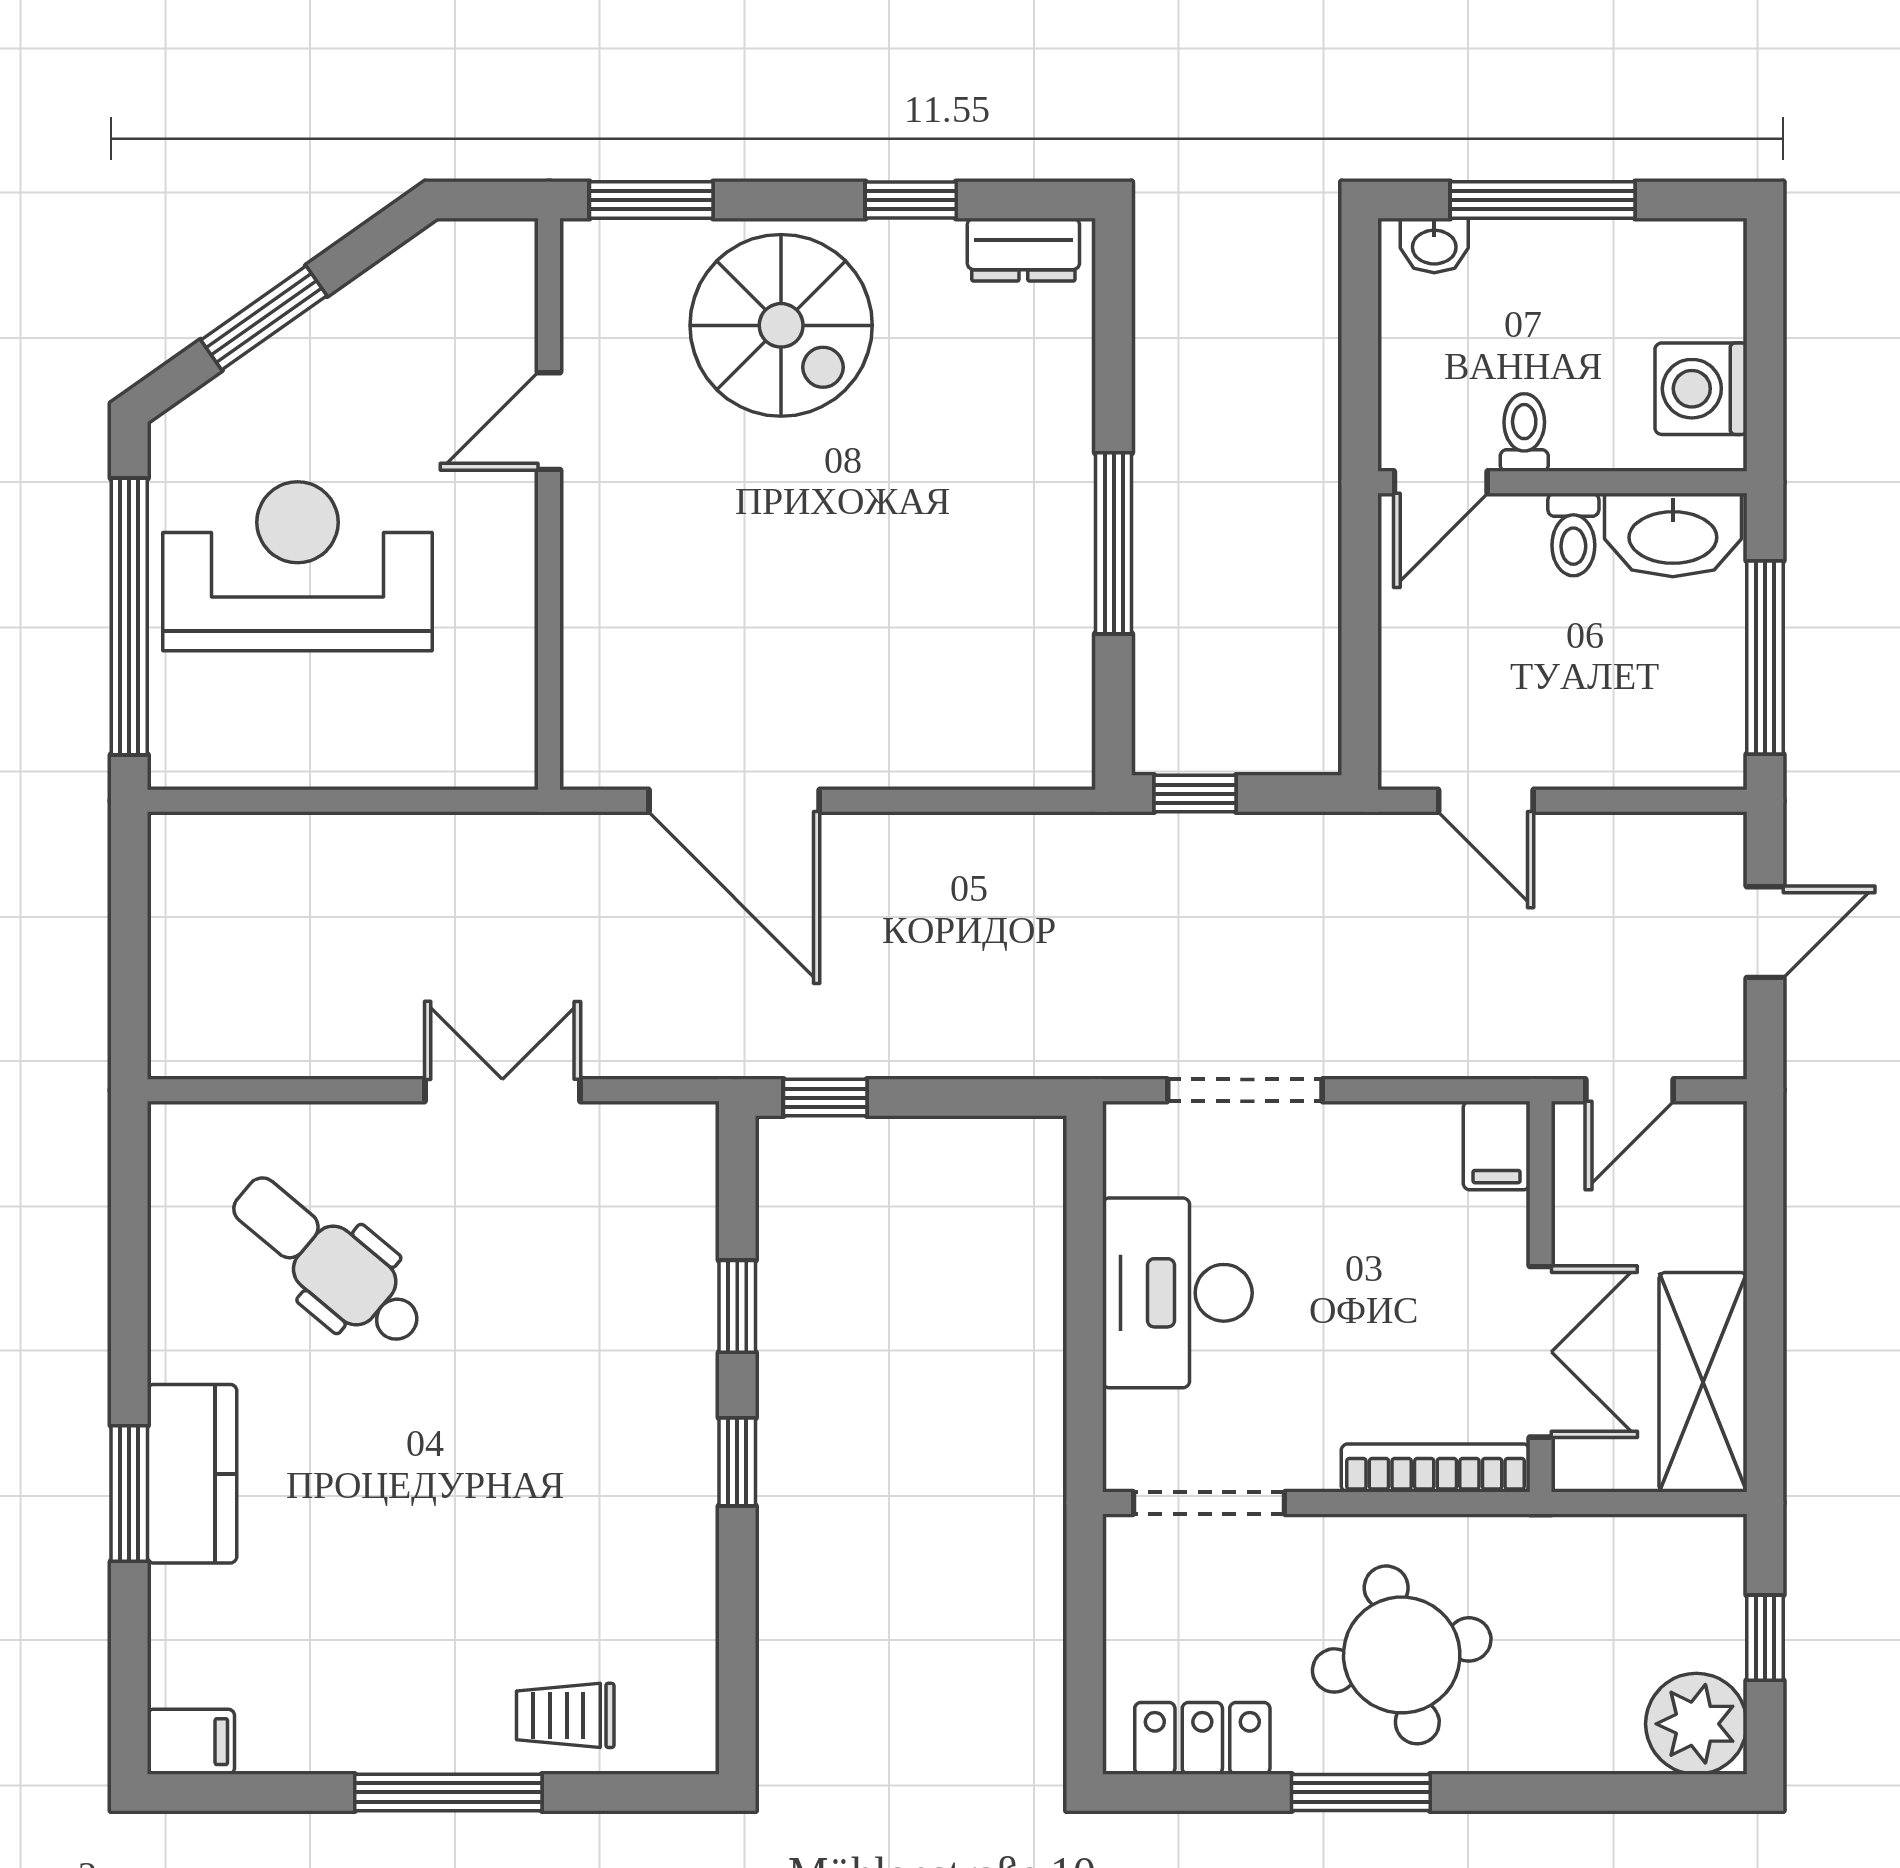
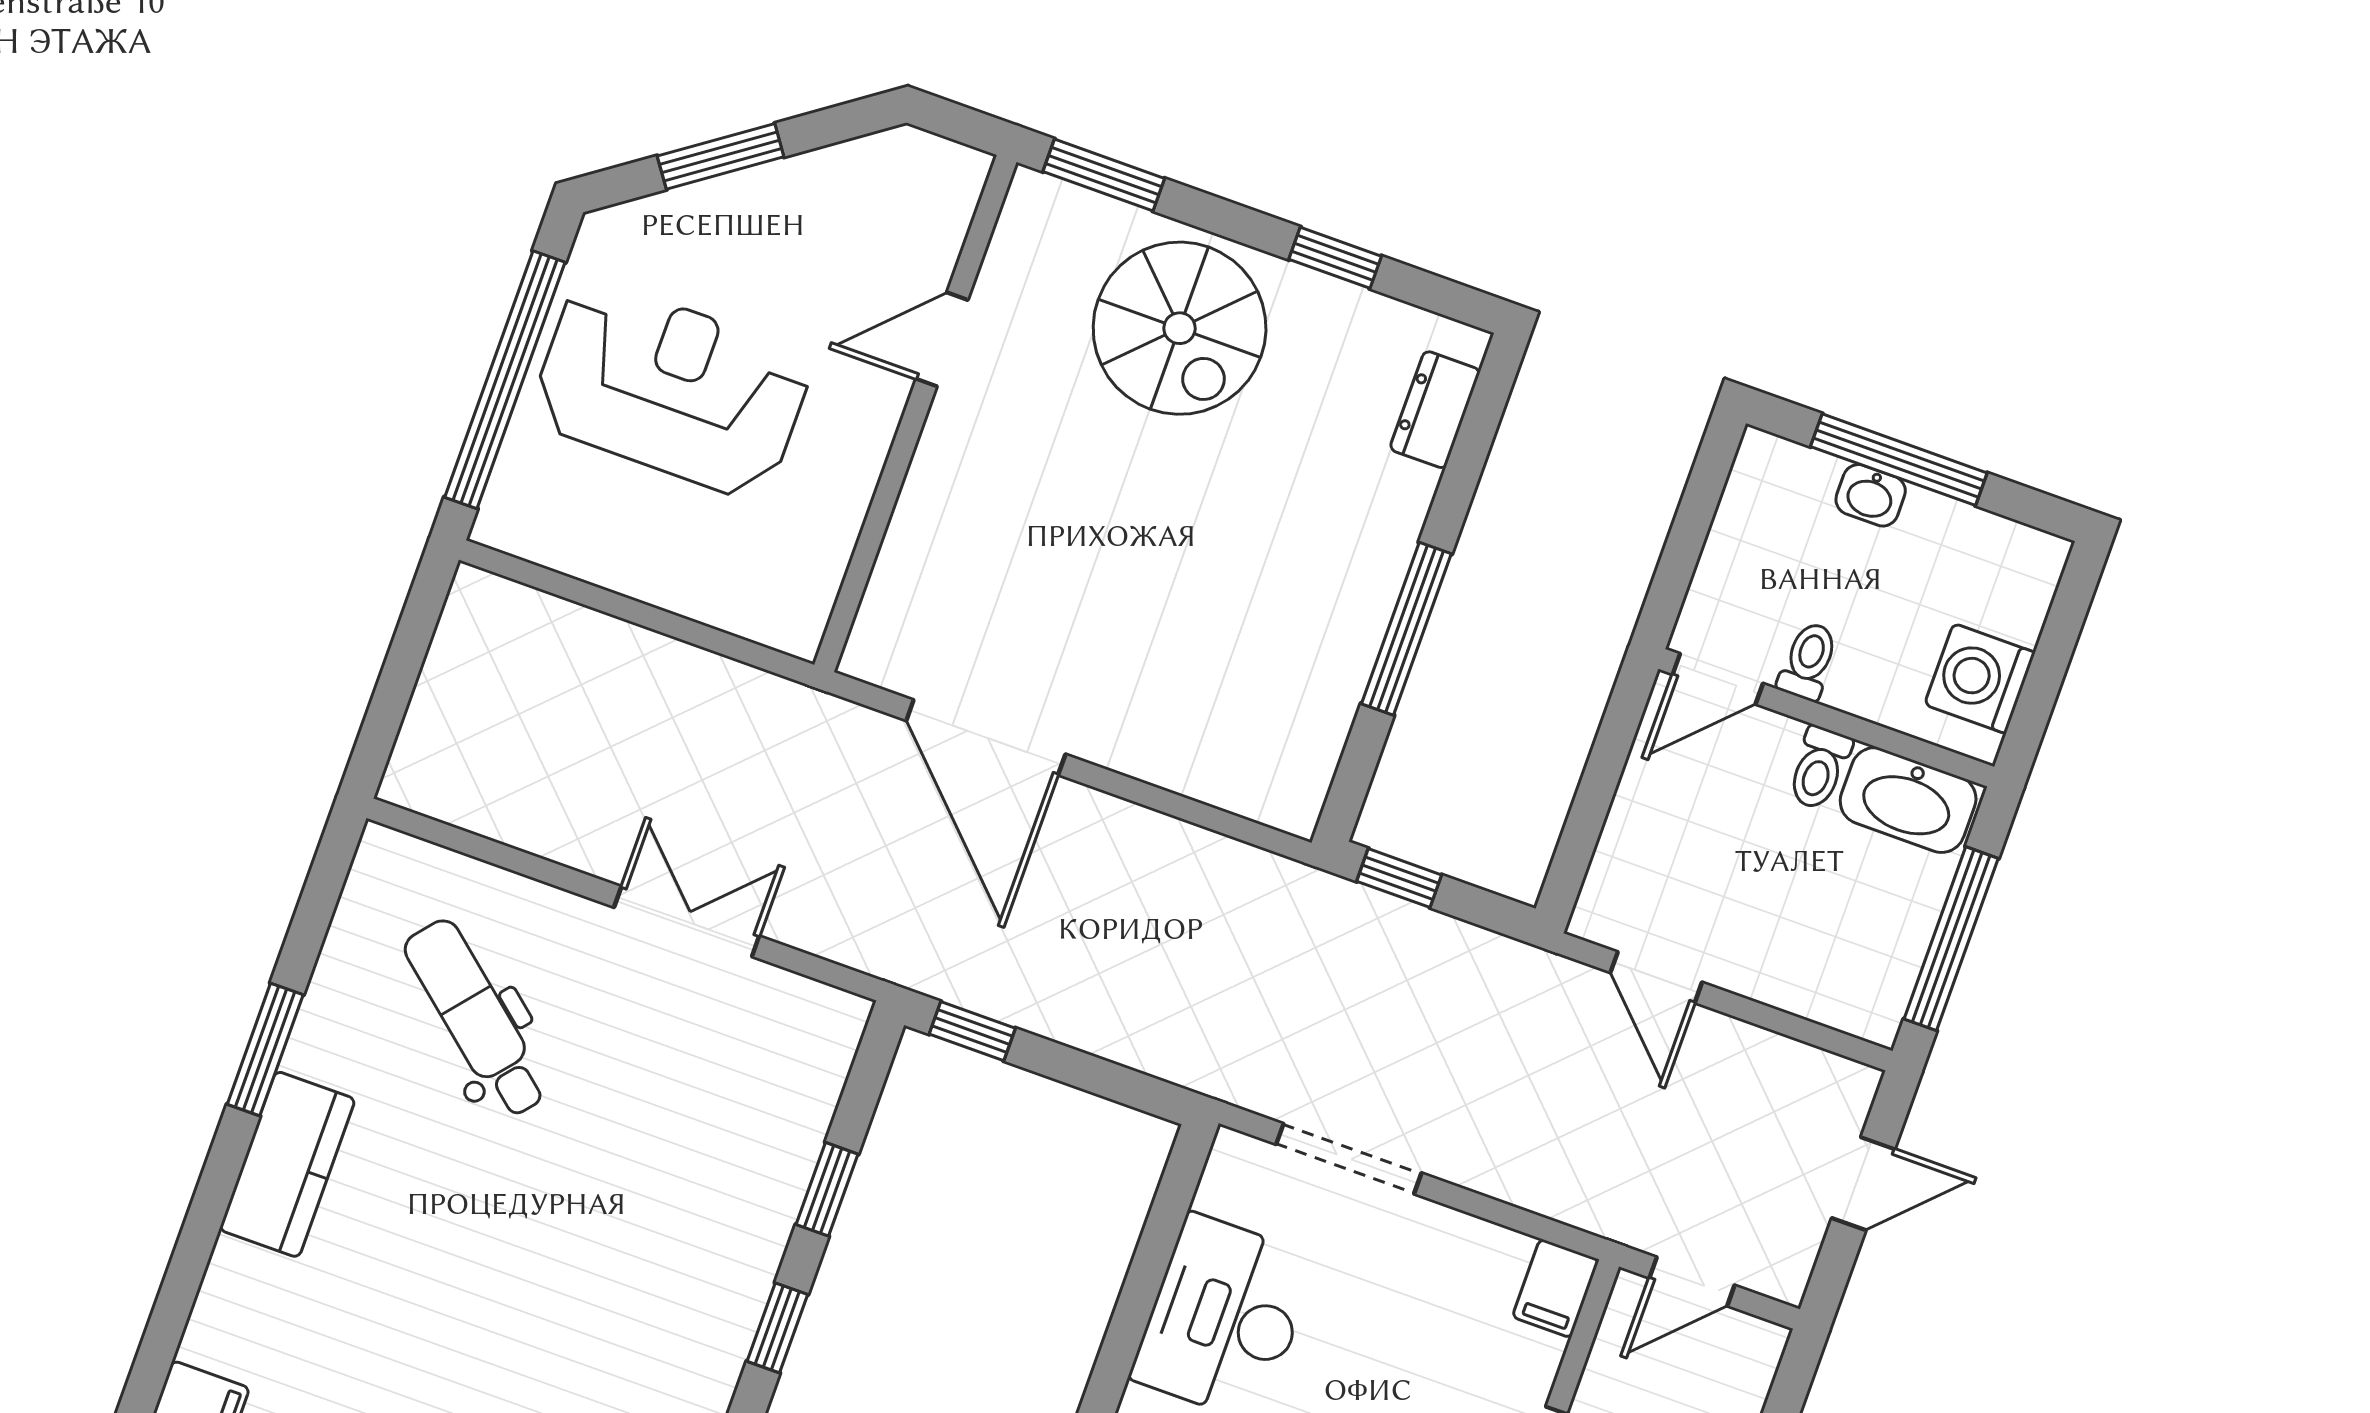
washbasin: (1434, 245) -> (1871, 495), moved
dresser: (1023, 250) -> (1435, 410), moved, turned 90
window: (129, 1494) -> (265, 1050), moved

